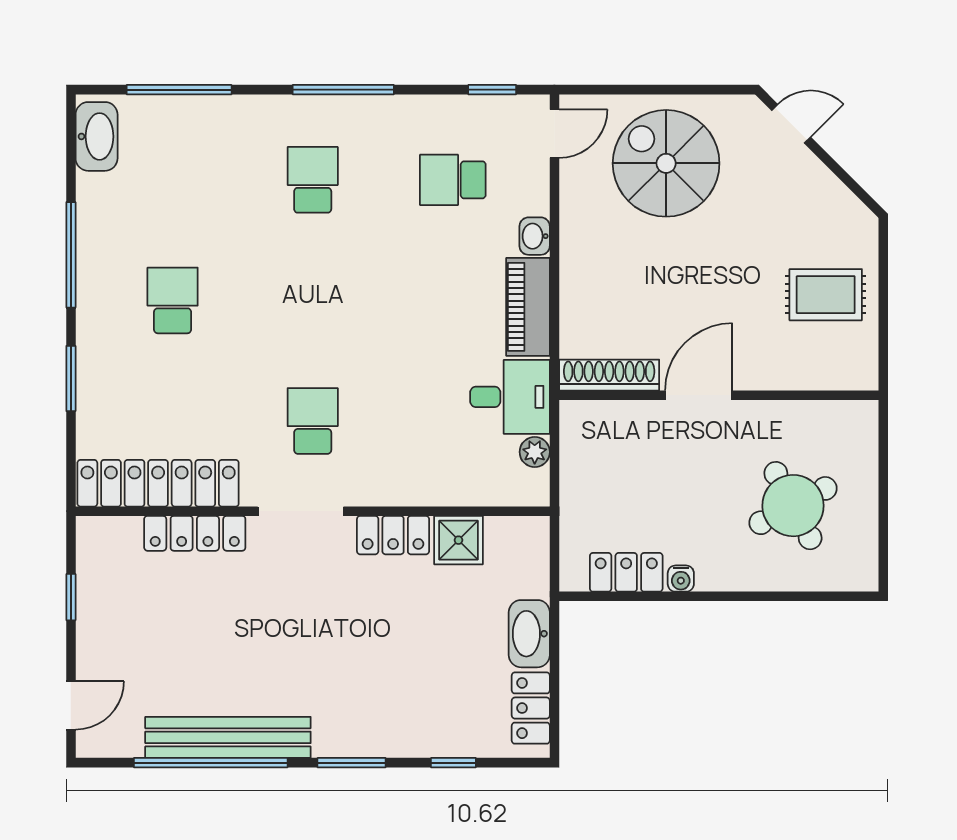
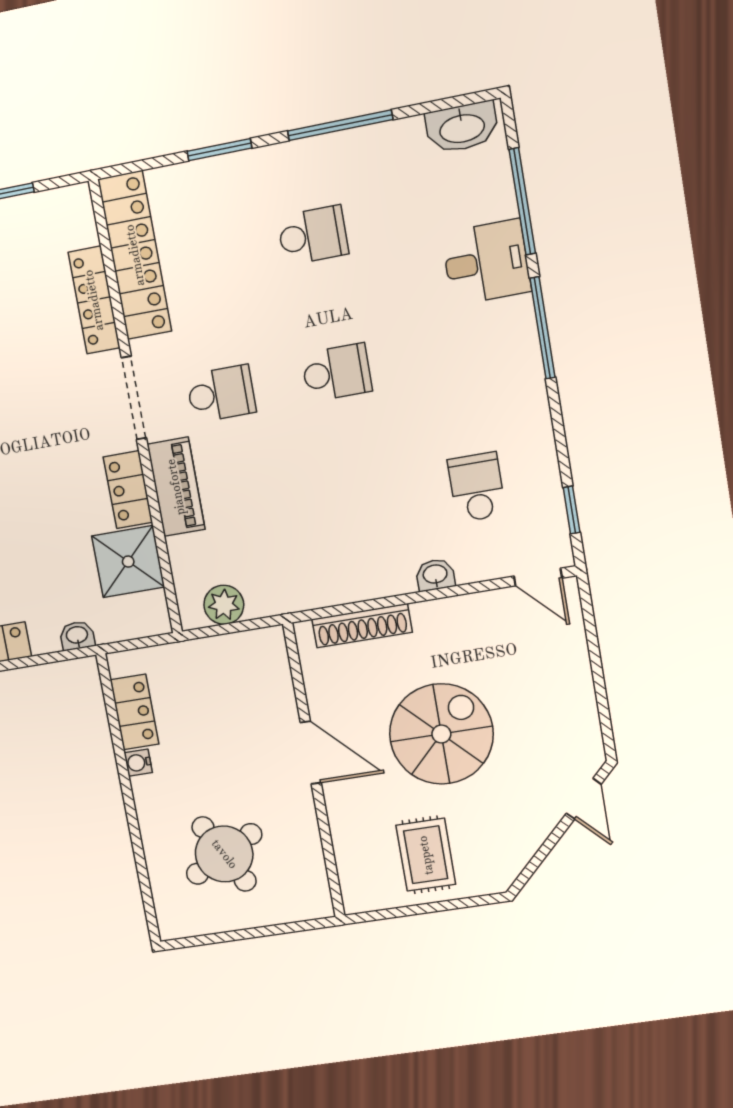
window: (343, 90) -> (542, 328), moved
spiral stairs: (666, 163) -> (441, 734), moved
school desk: (313, 180) -> (337, 372), moved
piano: (528, 307) -> (176, 487), moved, turned 90
shoe rack: (609, 375) -> (362, 626), moved, turned 90
desk: (510, 397) -> (486, 262), moved, turned -90
plant: (535, 452) -> (224, 605), width x1.38, depth x1.38
shower: (458, 540) -> (128, 562), width x1.36, depth x1.36
washbasin: (529, 634) -> (77, 636), width x0.52, depth x0.69

